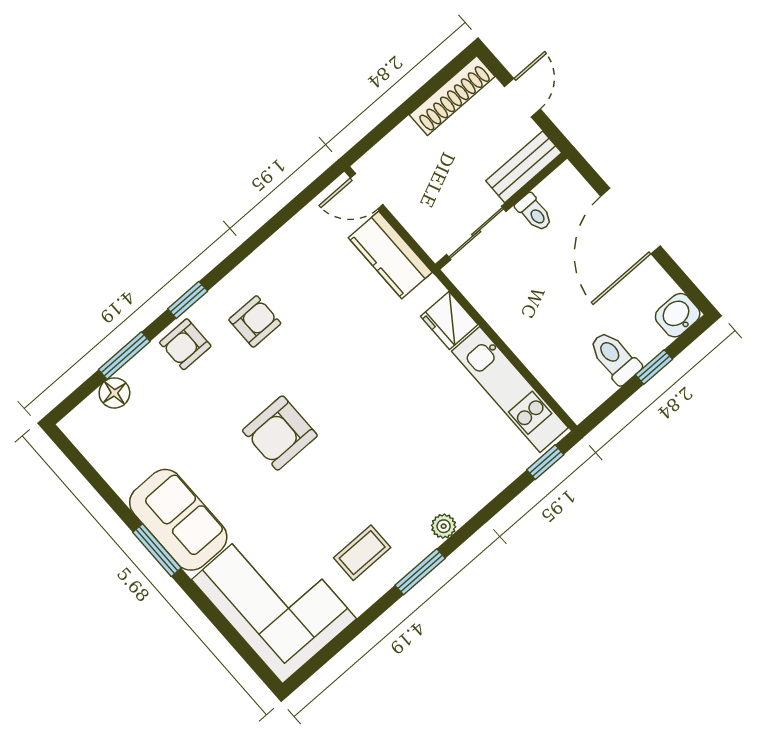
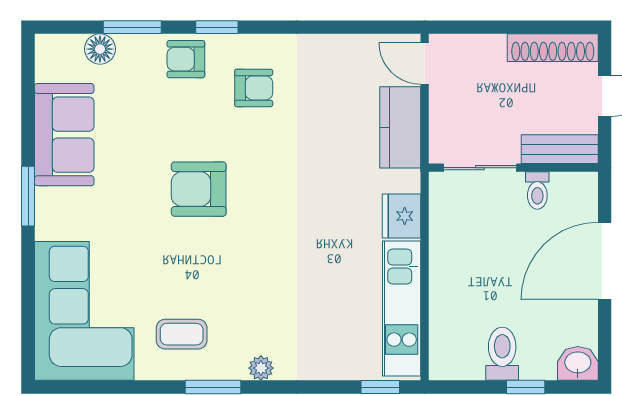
sofa: (178, 520) -> (64, 135), moved

